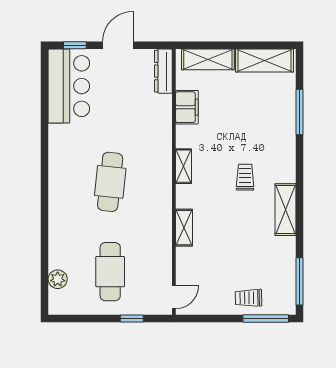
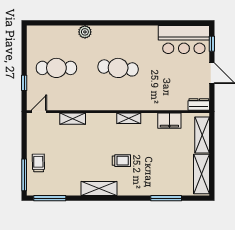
dresser: (163, 71) -> (199, 105), width x0.70
shelving: (184, 228) -> (73, 119), moved
plant: (58, 279) -> (85, 32), moved
door: (174, 297) -> (39, 112), swing flipped

